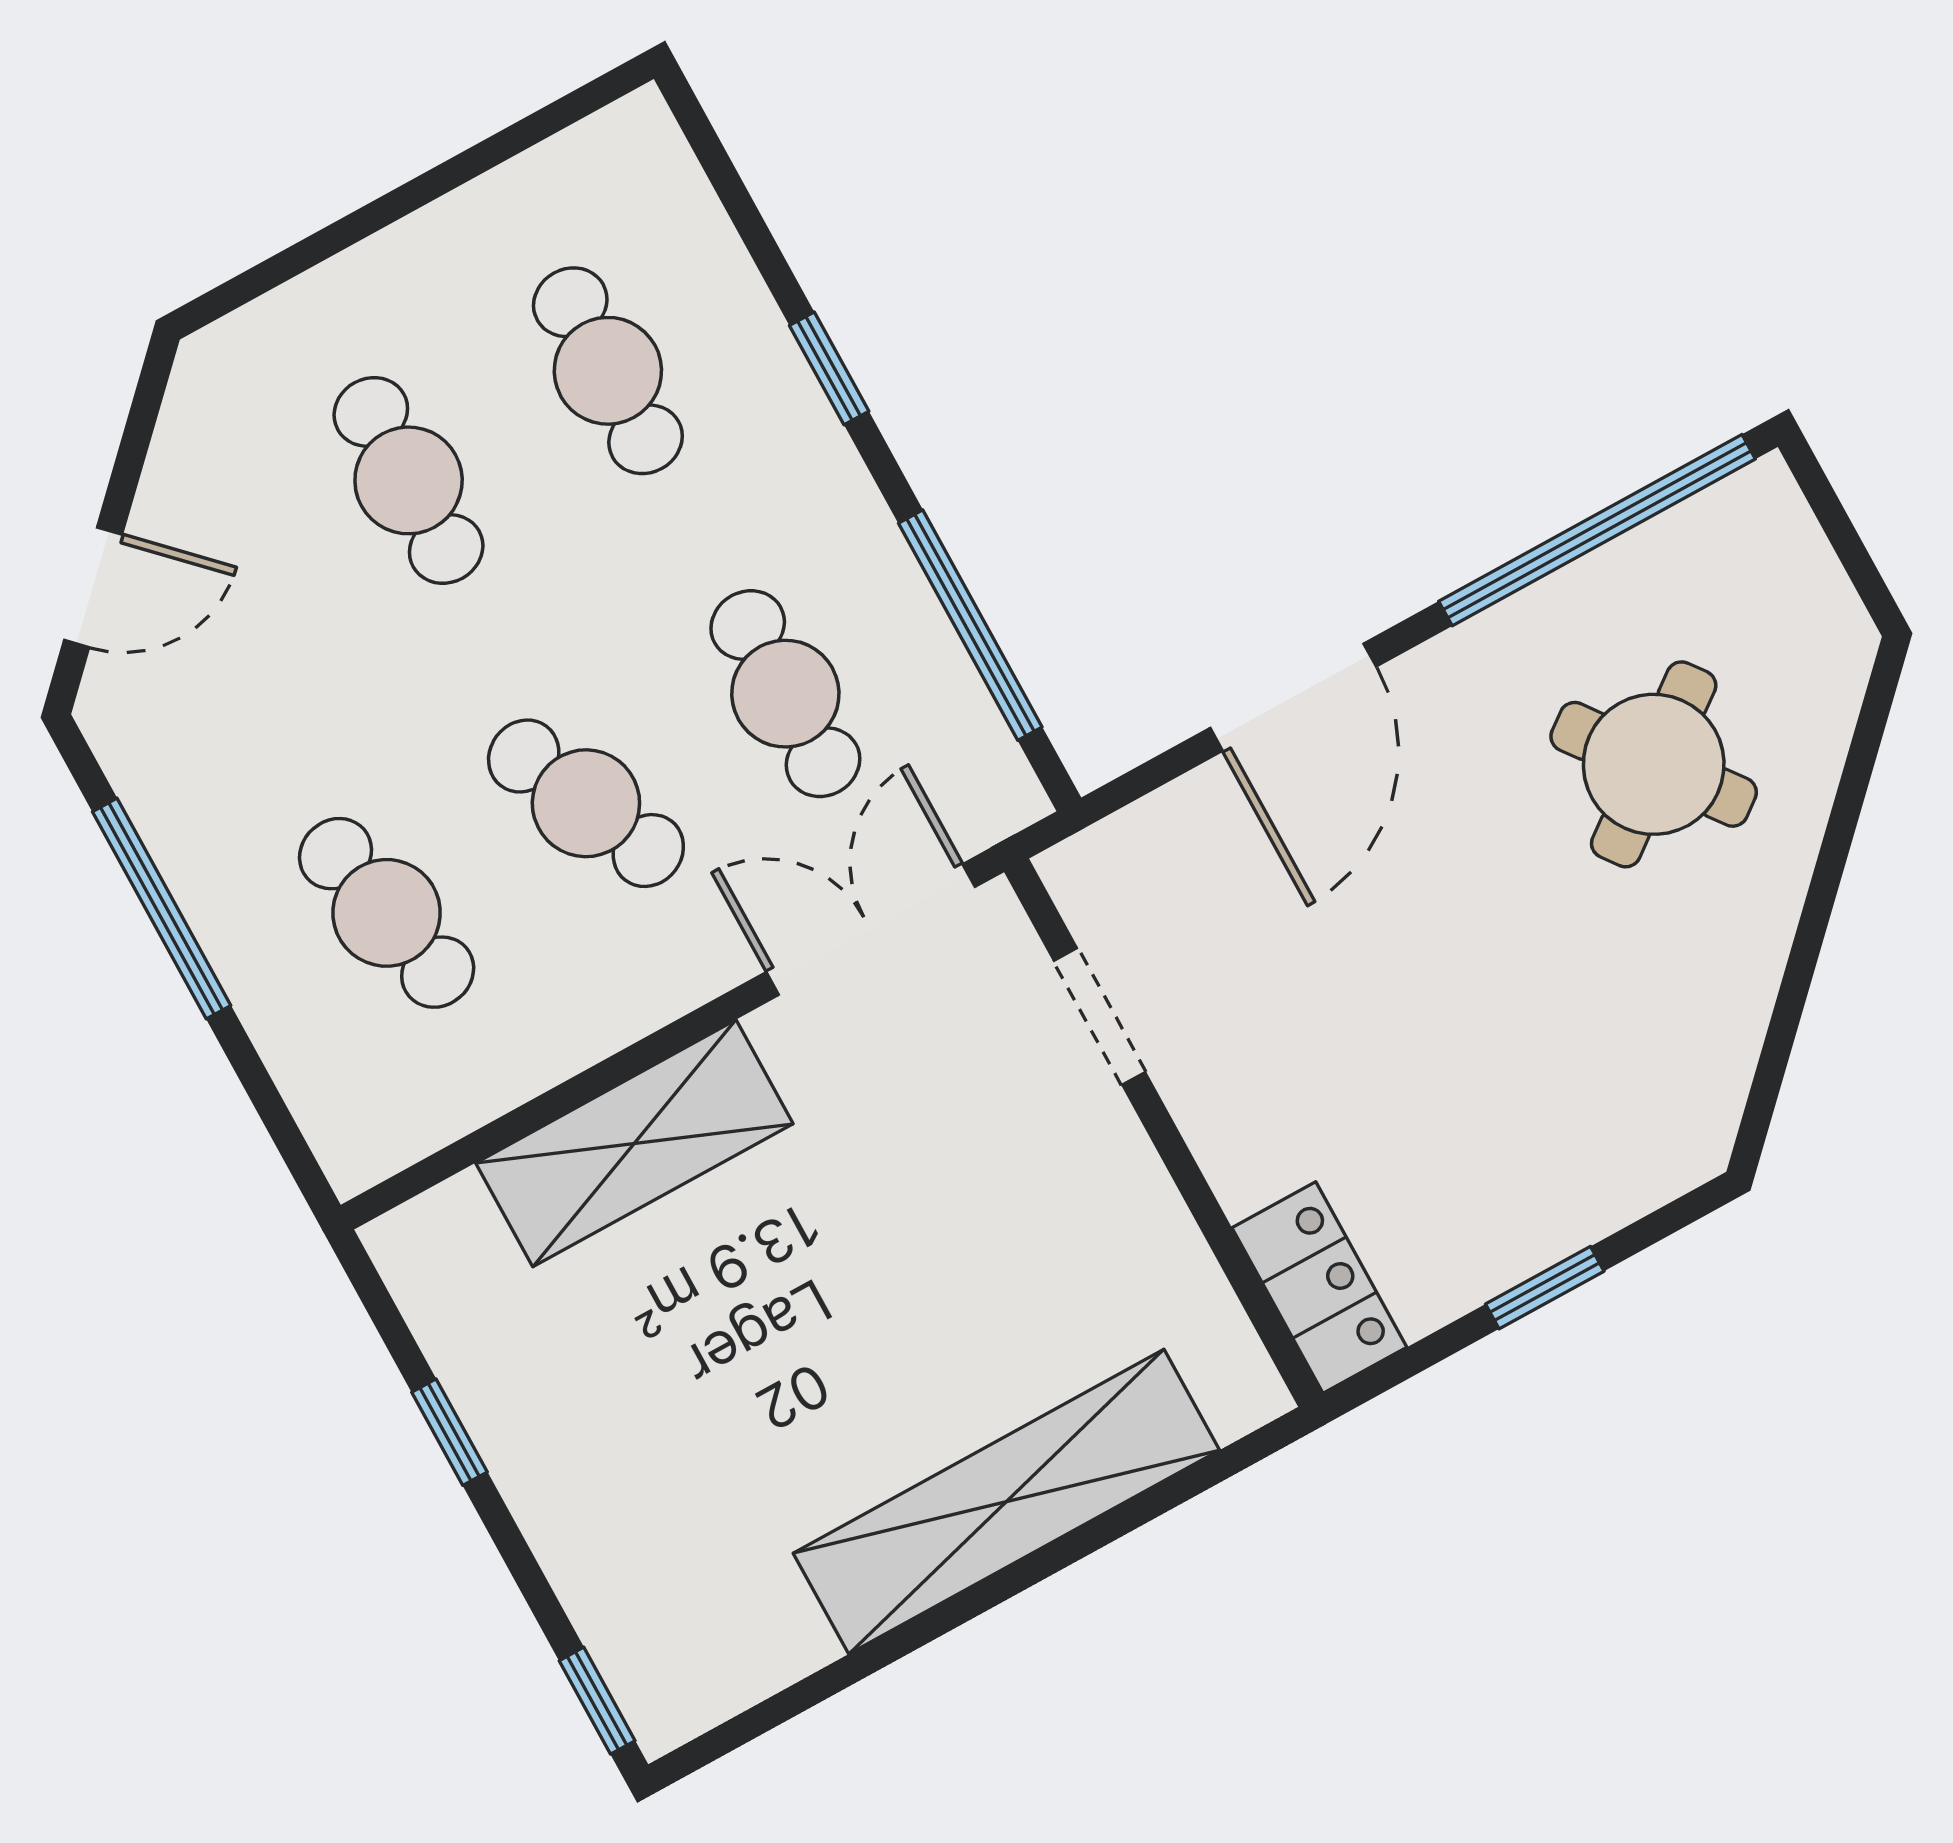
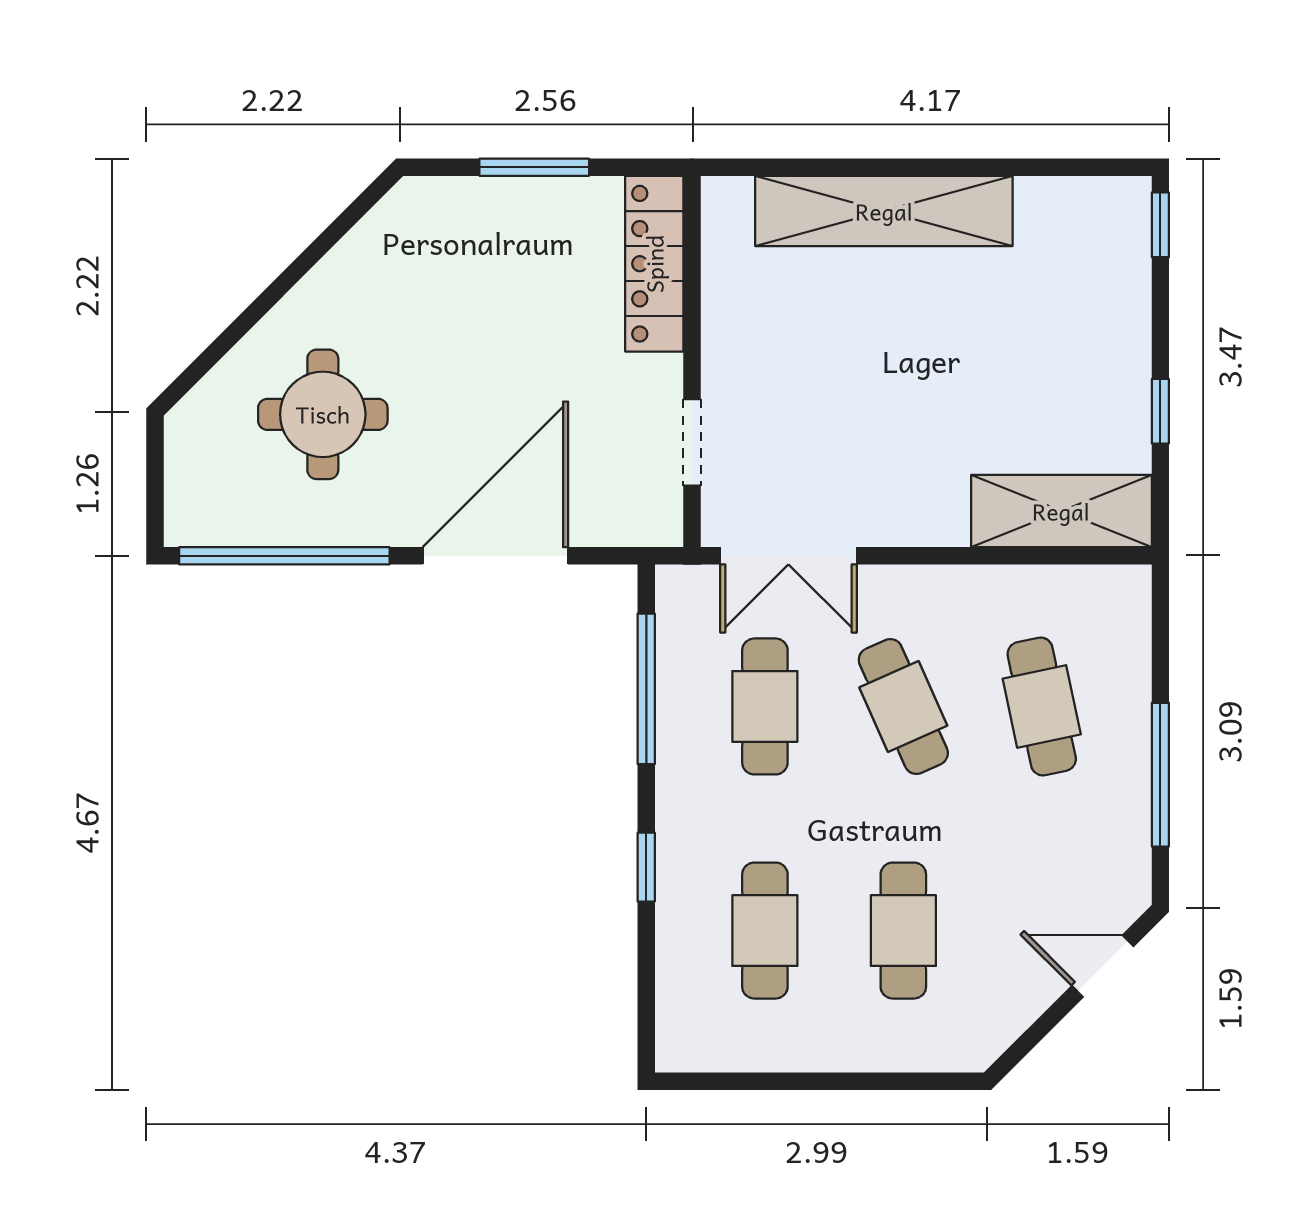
door: (1293, 697) -> (495, 556), width x1.36
round table: (1654, 764) -> (323, 414), turned 37
shelving: (634, 1143) -> (1061, 511), moved
locker: (1319, 1288) -> (654, 264), width x1.53
window: (1545, 1288) -> (534, 167), width x1.50

